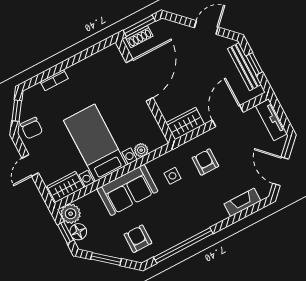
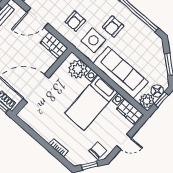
plant: (141, 150) -> (78, 69), width x1.88, depth x1.88
side table: (172, 176) -> (93, 40), width x1.87, depth x1.87
sofa: (127, 190) -> (121, 72), width x1.36
armchair: (138, 239) -> (113, 27), moved

